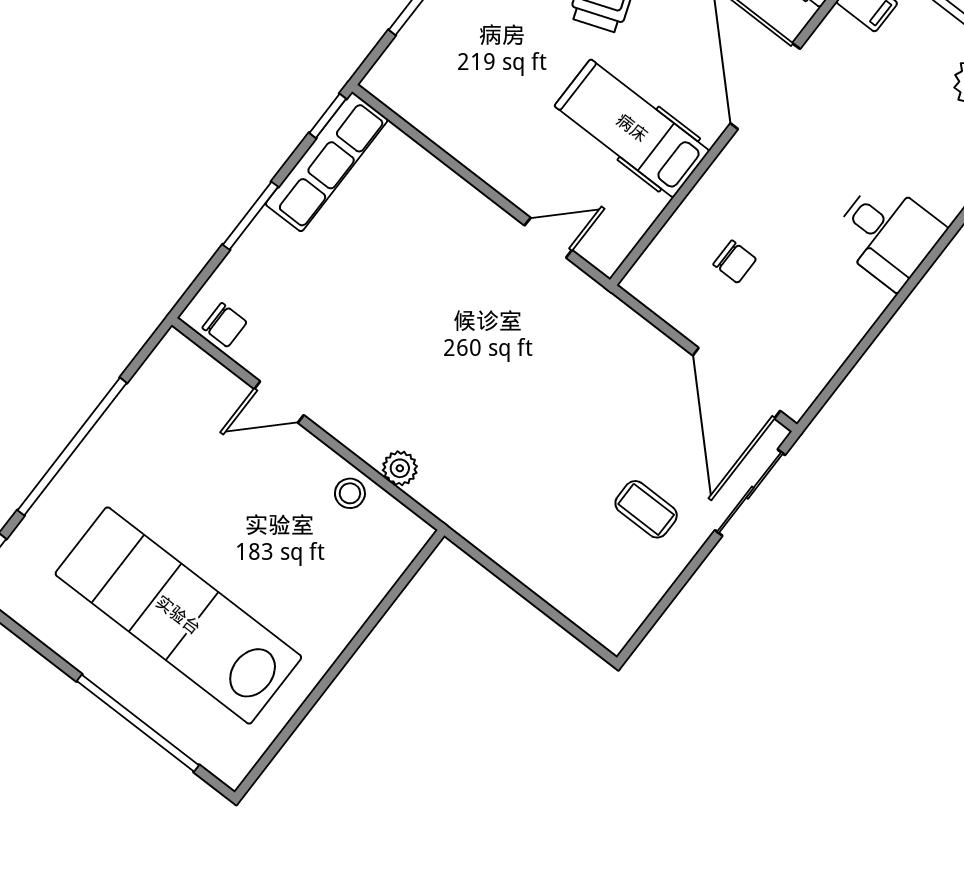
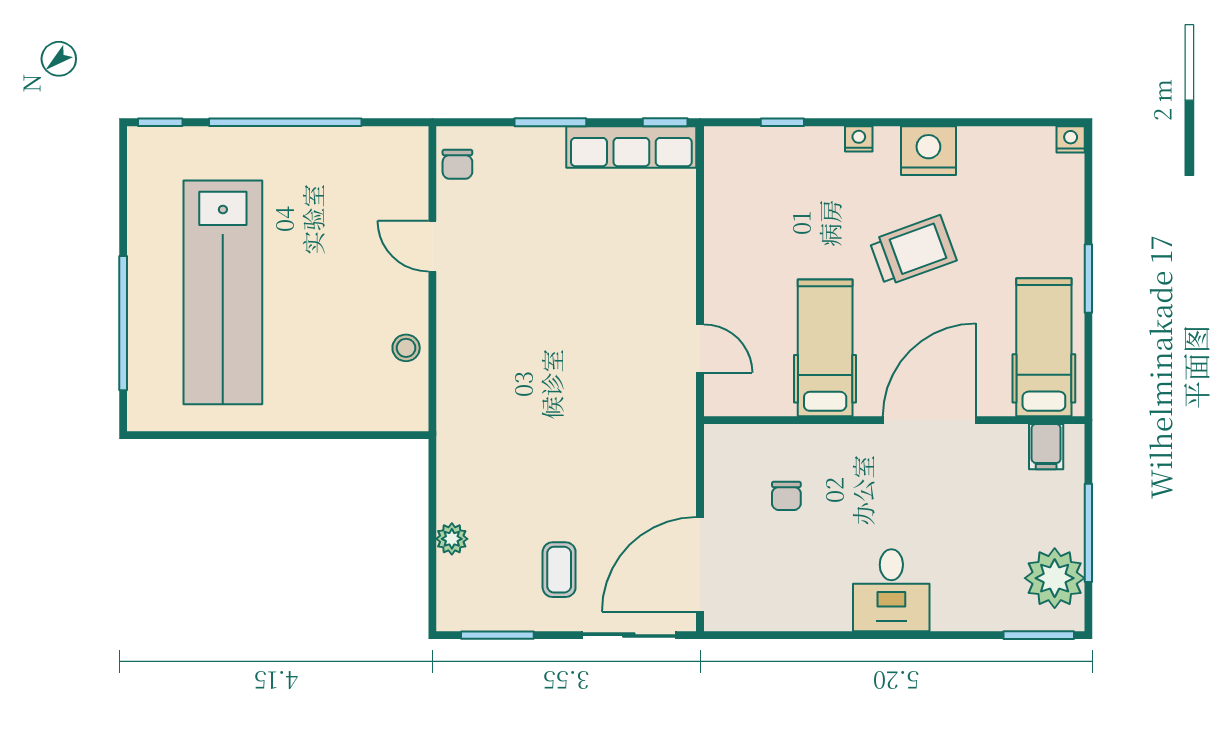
plant: (400, 468) -> (452, 539), moved
window: (662, 607) -> (497, 635), added
lab bench: (178, 615) -> (223, 292), turned 180

